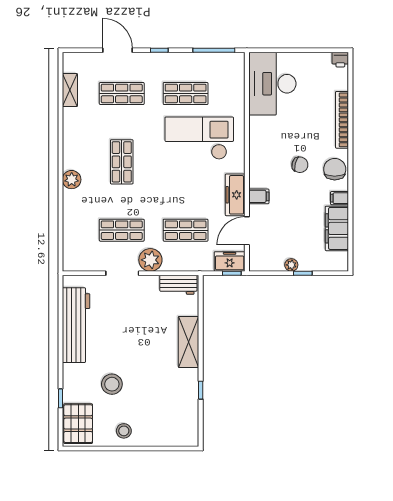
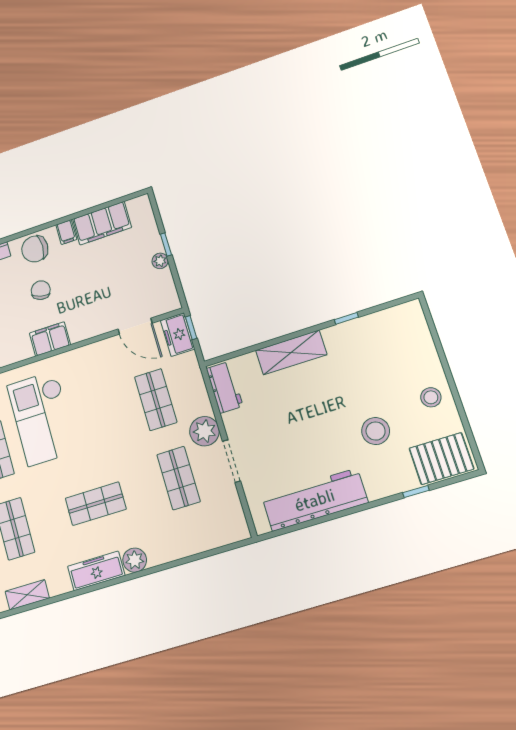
freezer: (235, 195) -> (96, 571), moved, turned 180
filing cabinet: (259, 196) -> (50, 339), moved, width x2.00

